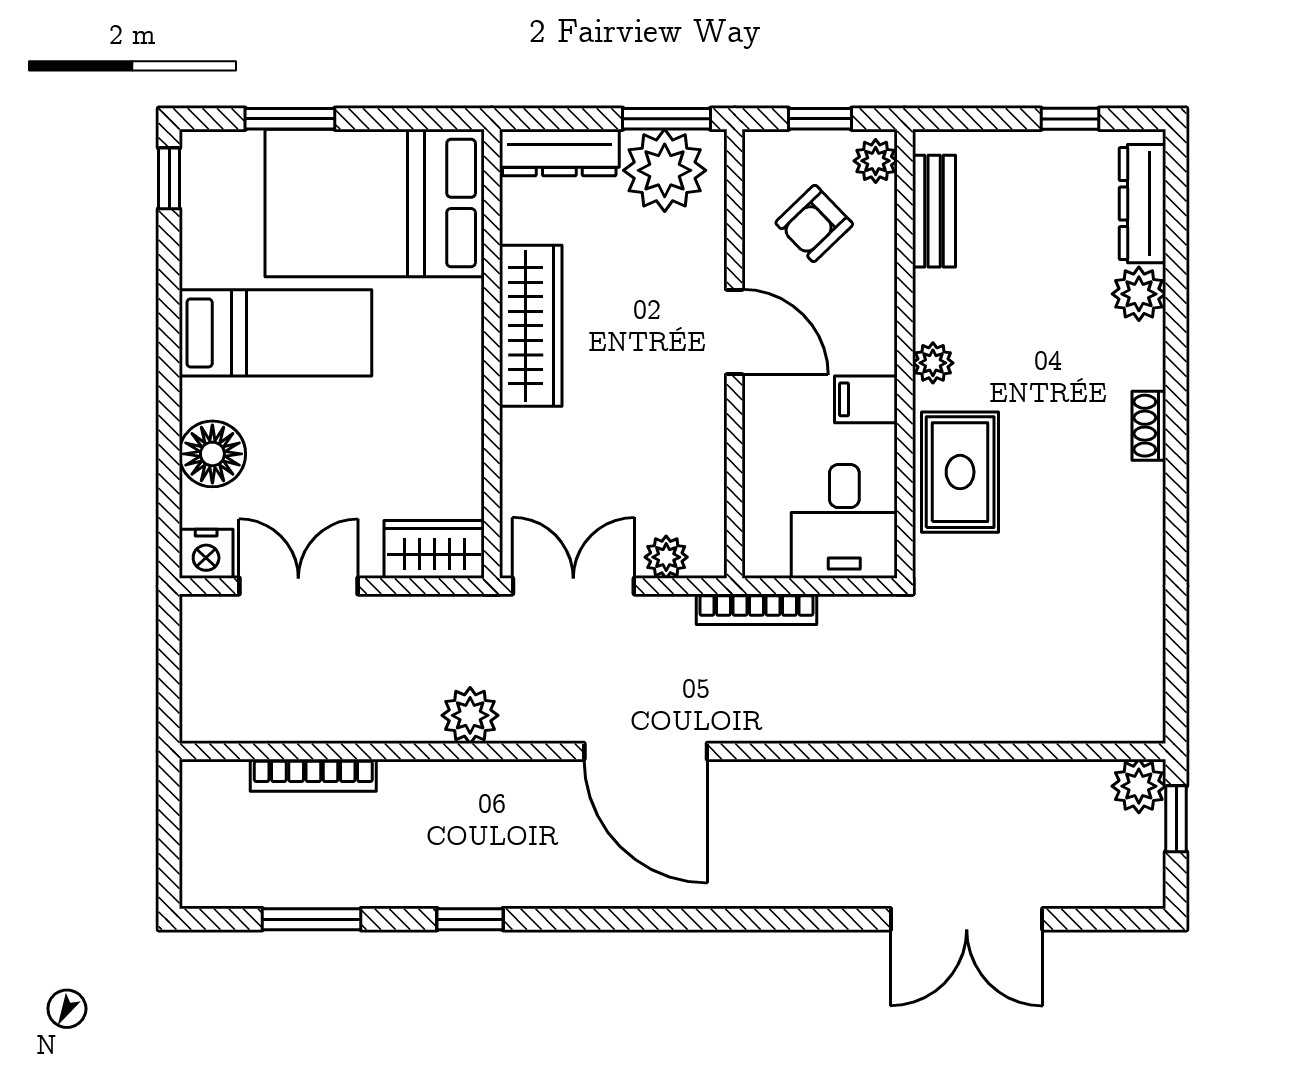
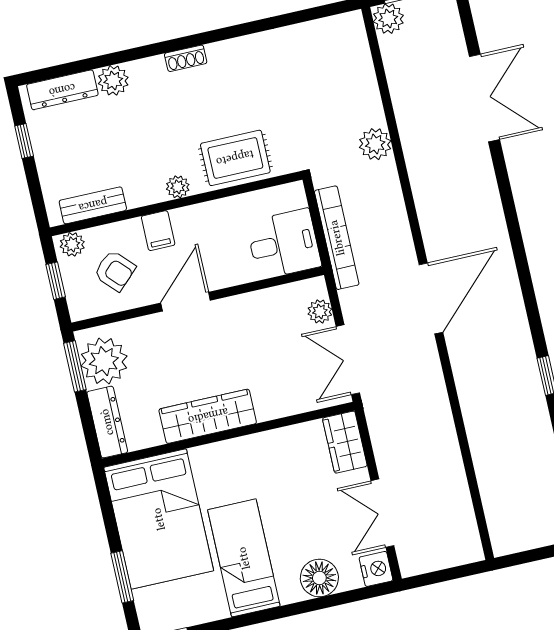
filing cabinet: (866, 399) -> (158, 231), moved
desk: (844, 521) -> (284, 244), moved
bookcase: (756, 609) -> (337, 238), width x1.48, depth x1.31
plant: (470, 715) -> (375, 144), moved
bookcase: (313, 775) -> (486, 481), removed

